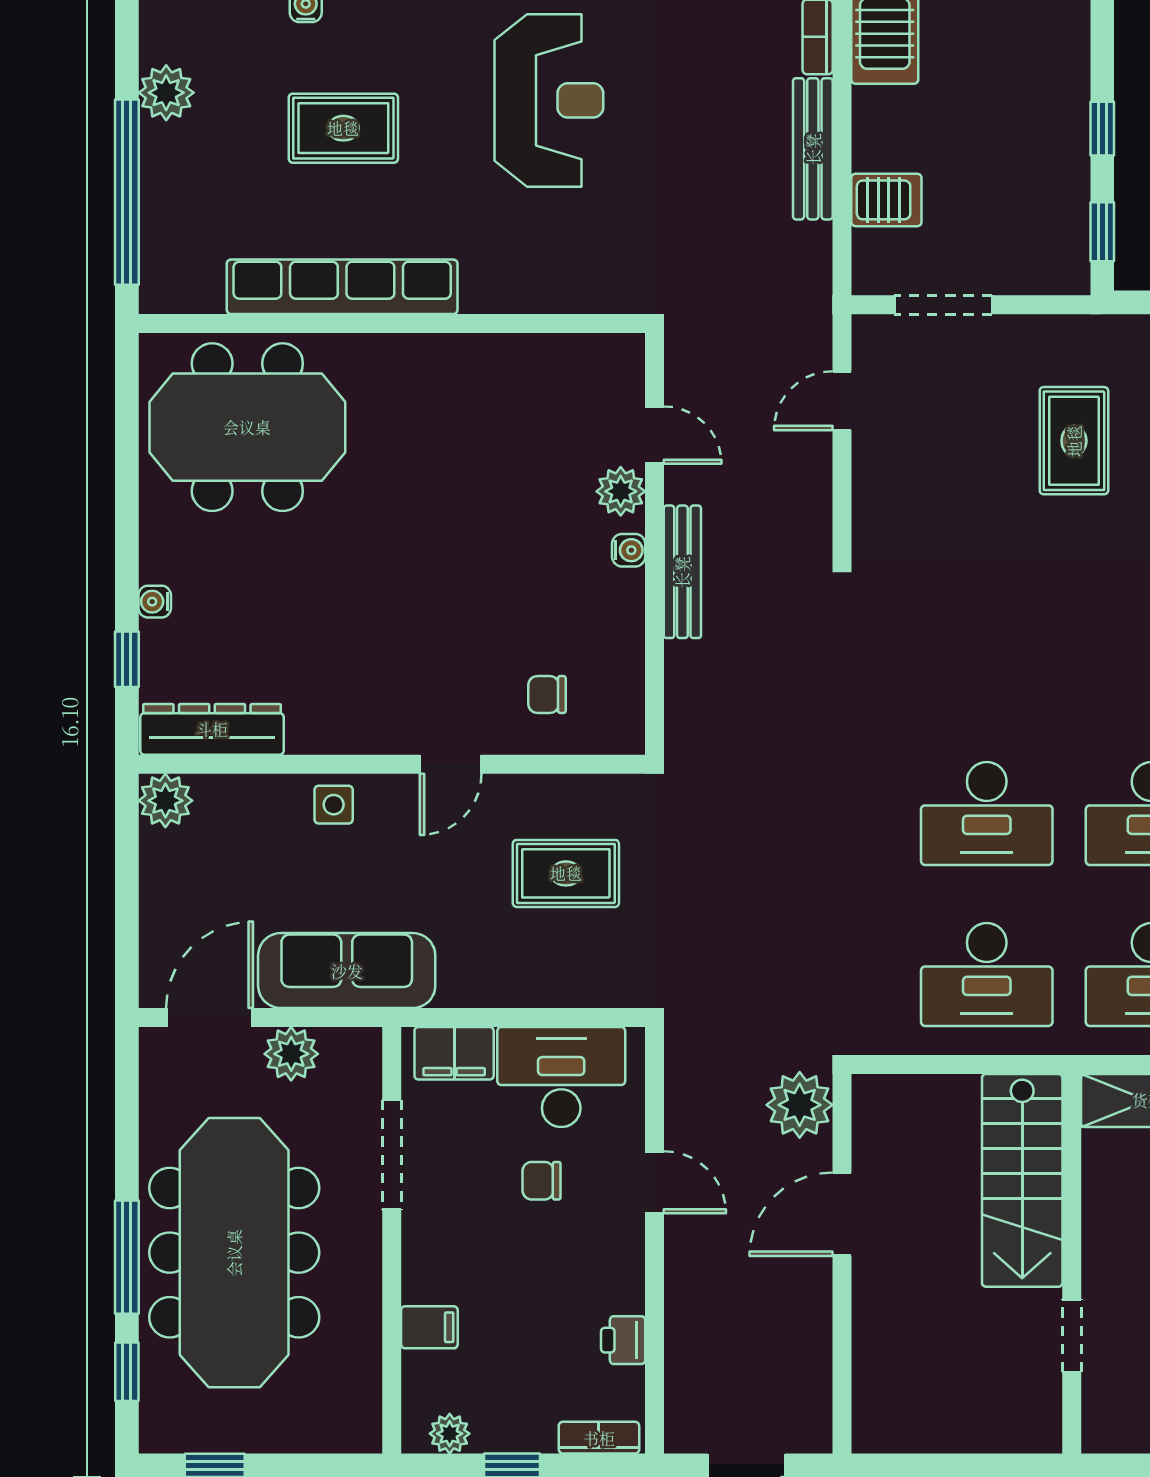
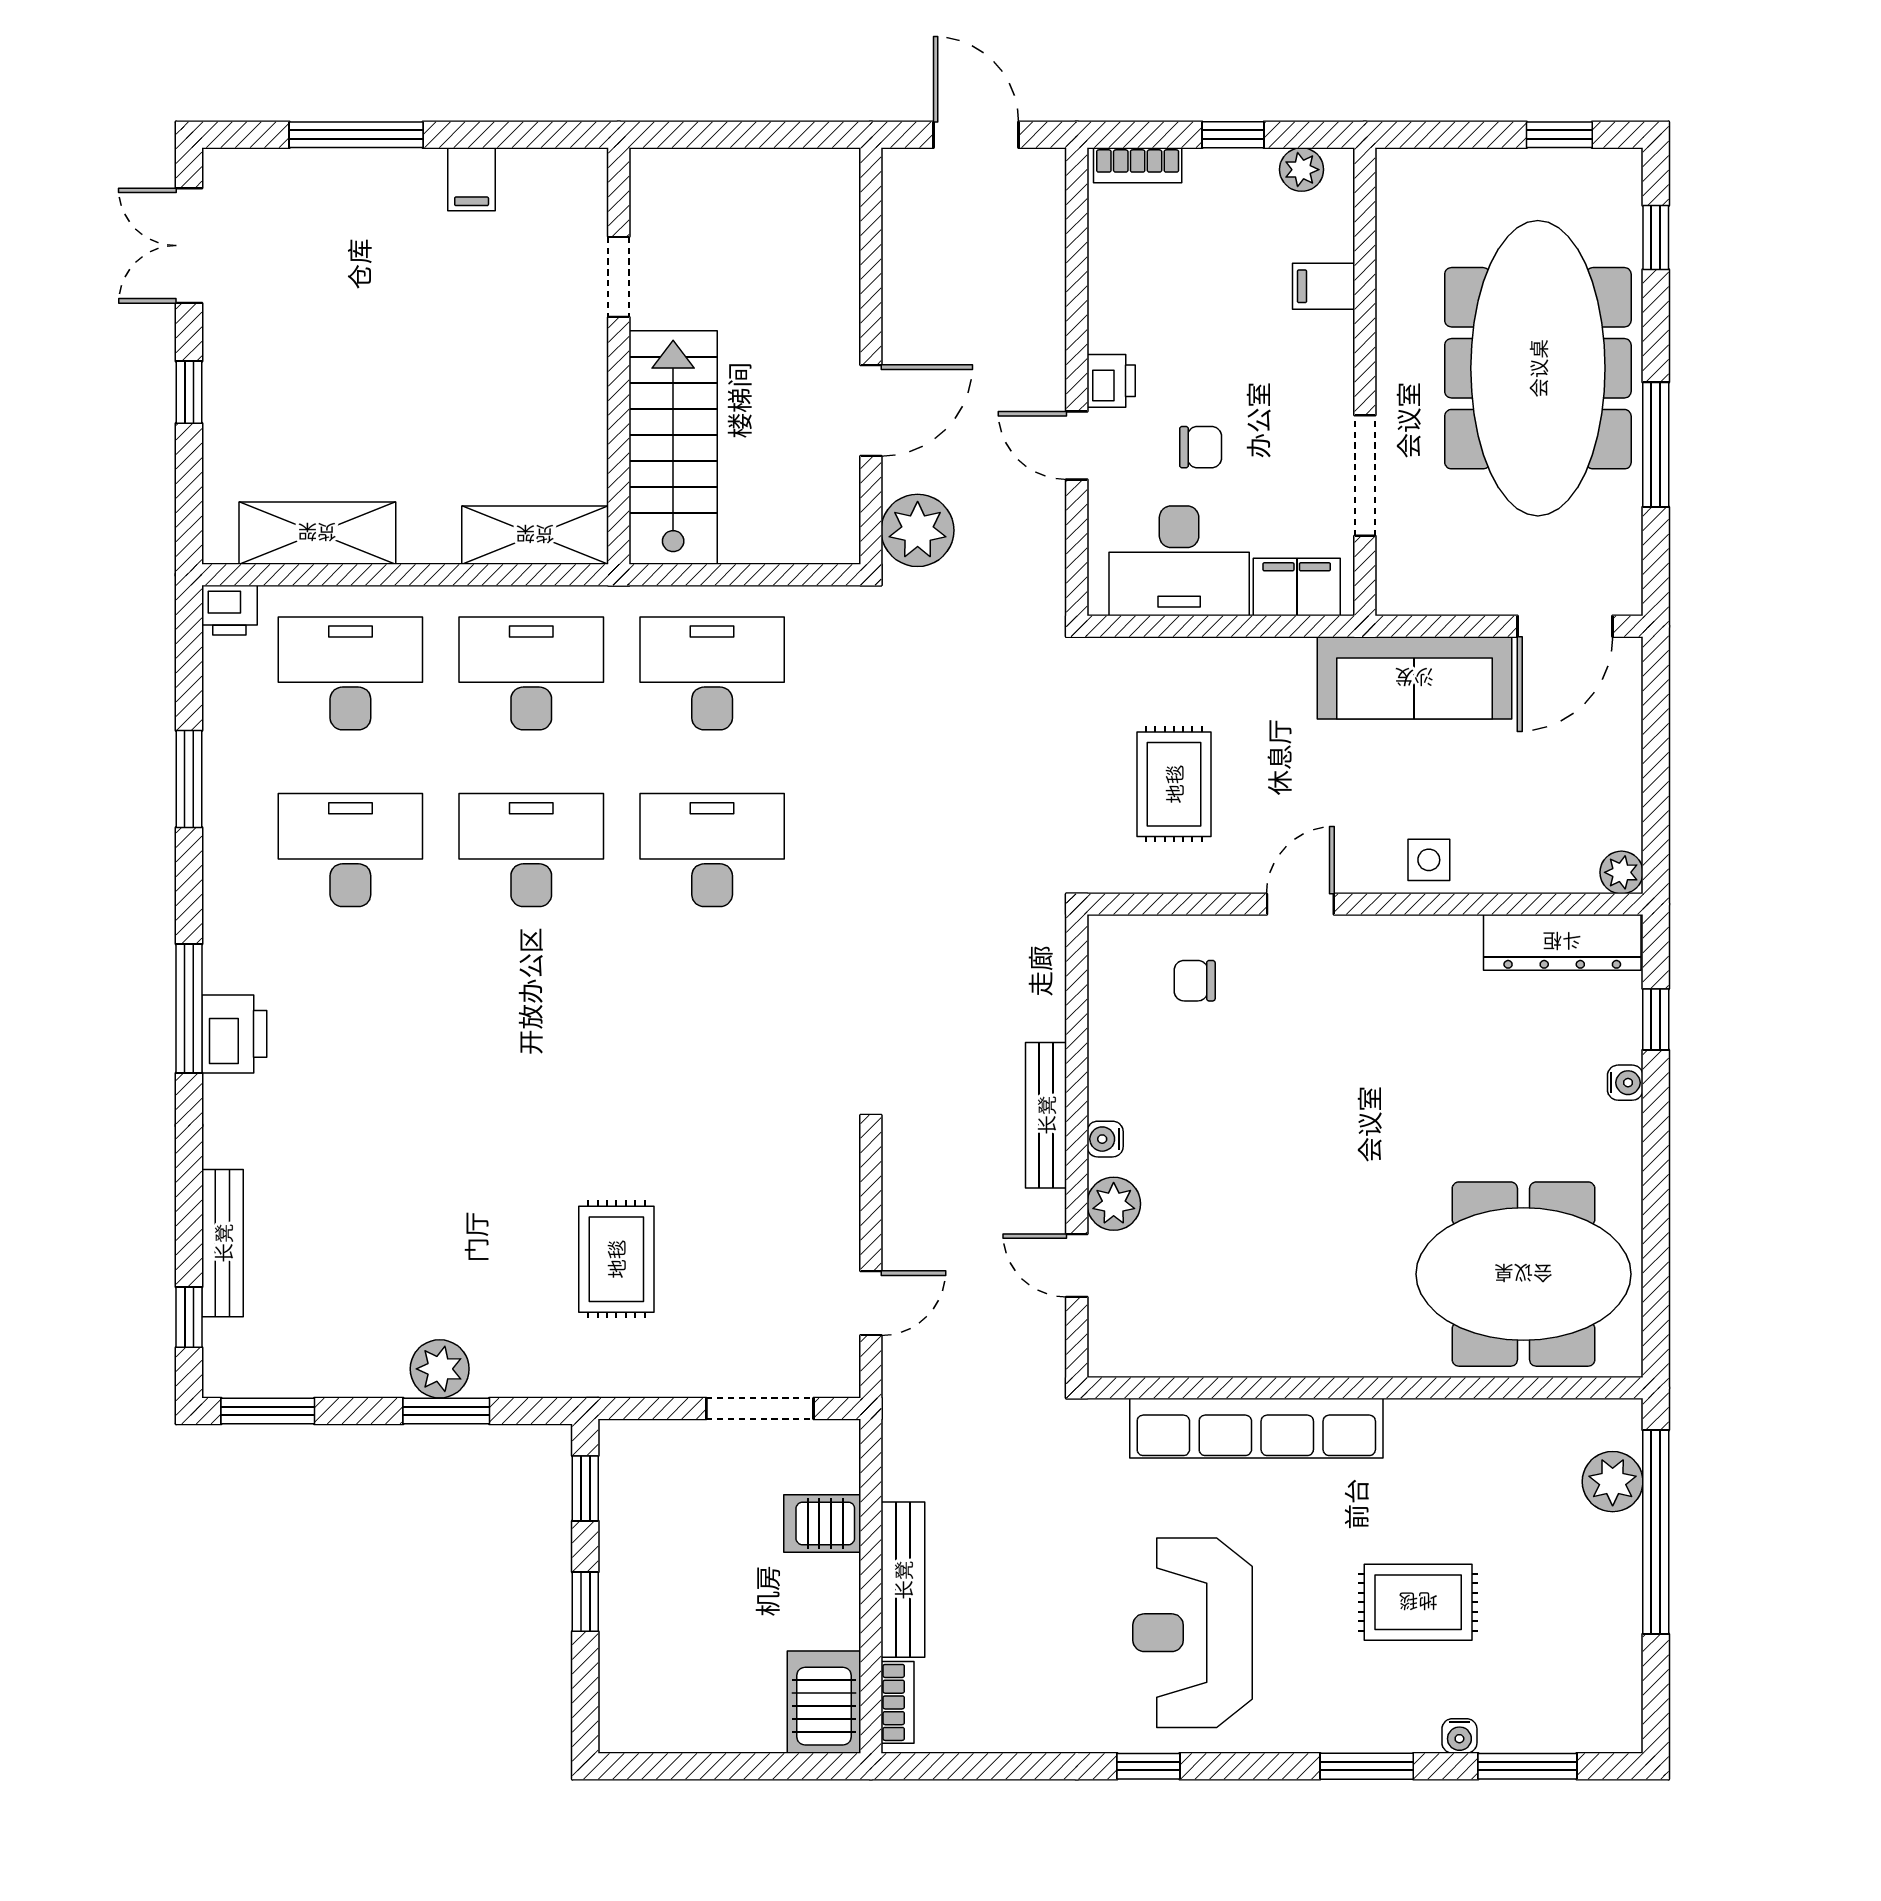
plant: (166, 93) -> (1613, 1482), moved
row of seats: (342, 287) -> (1256, 1428), moved
chair: (547, 695) -> (1195, 981), turned 180
plant: (165, 801) -> (1621, 872), width x0.73, depth x0.73
rug: (566, 873) -> (1174, 784), turned 90
plant: (291, 1054) -> (1475, 586), removed
window: (127, 1257) -> (1656, 445), moved
printer: (623, 1340) -> (1111, 381), moved

